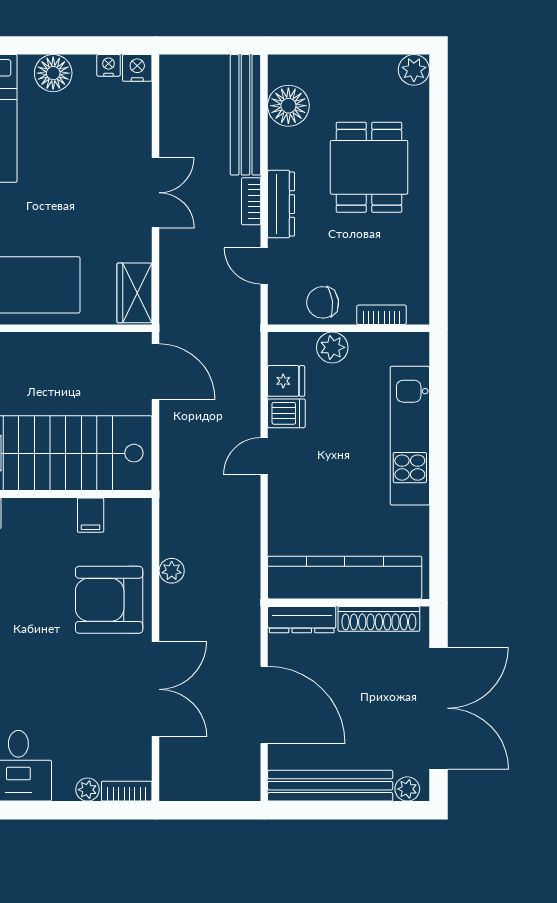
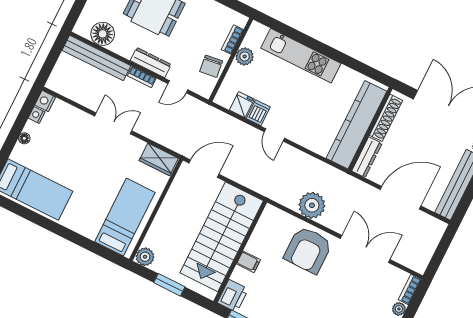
floor lamp: (53, 73) -> (24, 138), width x0.53, depth x0.53
plant: (332, 347) -> (245, 56), moved
filing cabinet: (91, 515) -> (248, 262), moved
plant: (172, 571) -> (312, 205), width x1.88, depth x1.88

